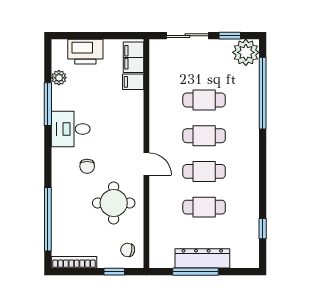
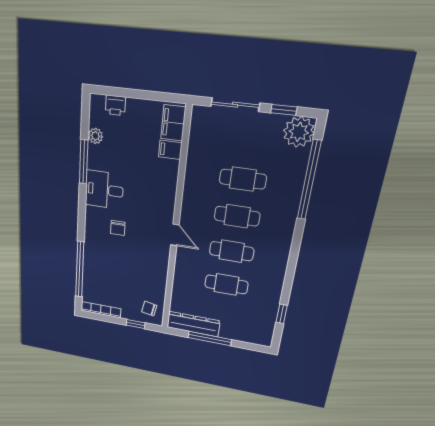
printer: (85, 52) -> (115, 105), width x0.53, depth x0.68
round table: (114, 203) -> (140, 266), removed
dresser: (202, 258) -> (193, 324), moved

